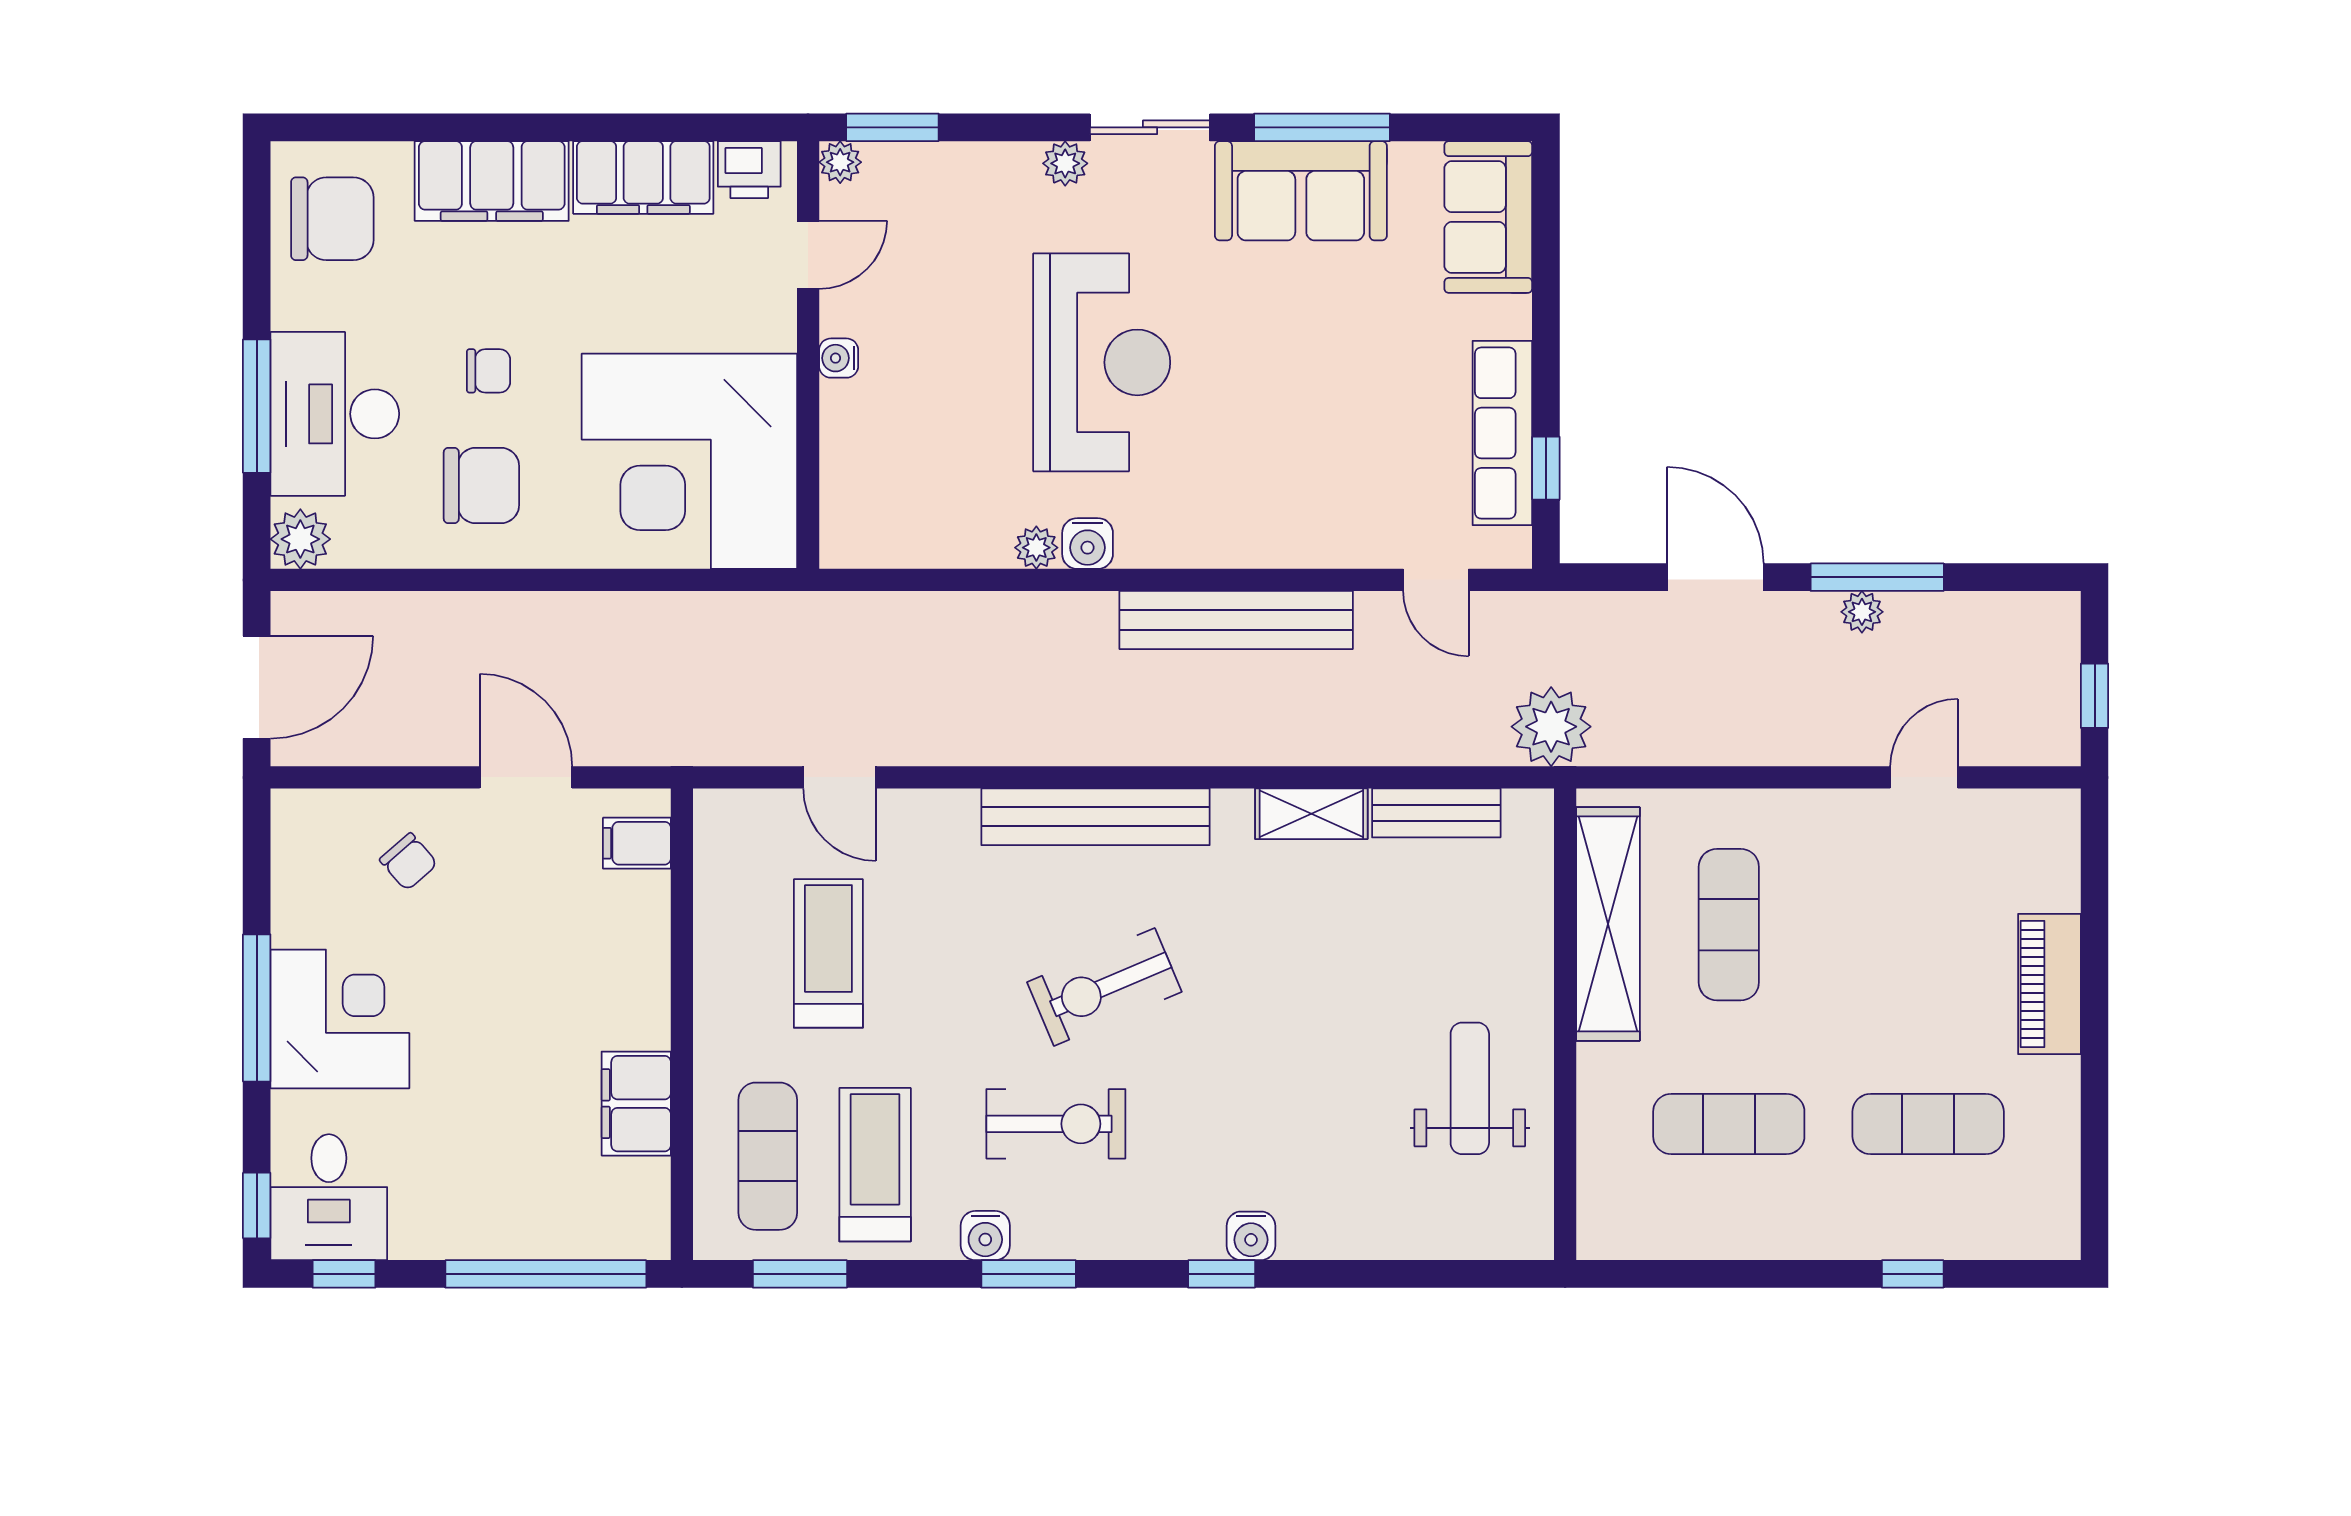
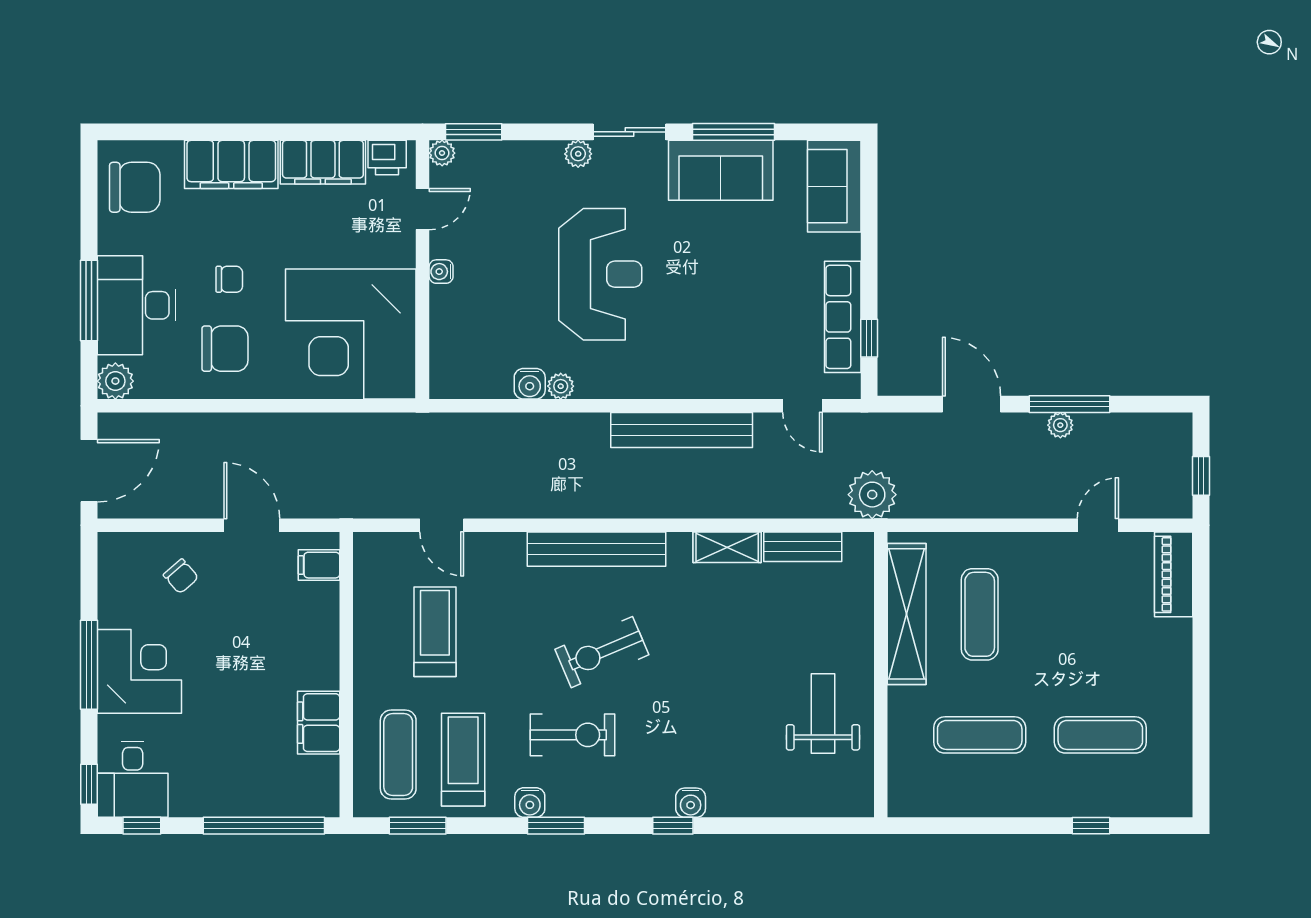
water cooler: (1088, 544) -> (530, 384), moved
piano: (2049, 984) -> (1174, 574), moved

